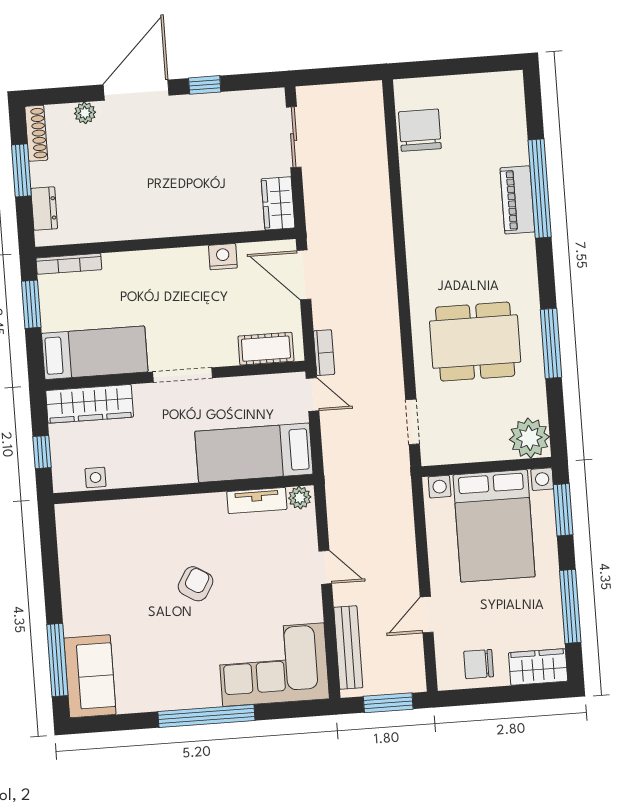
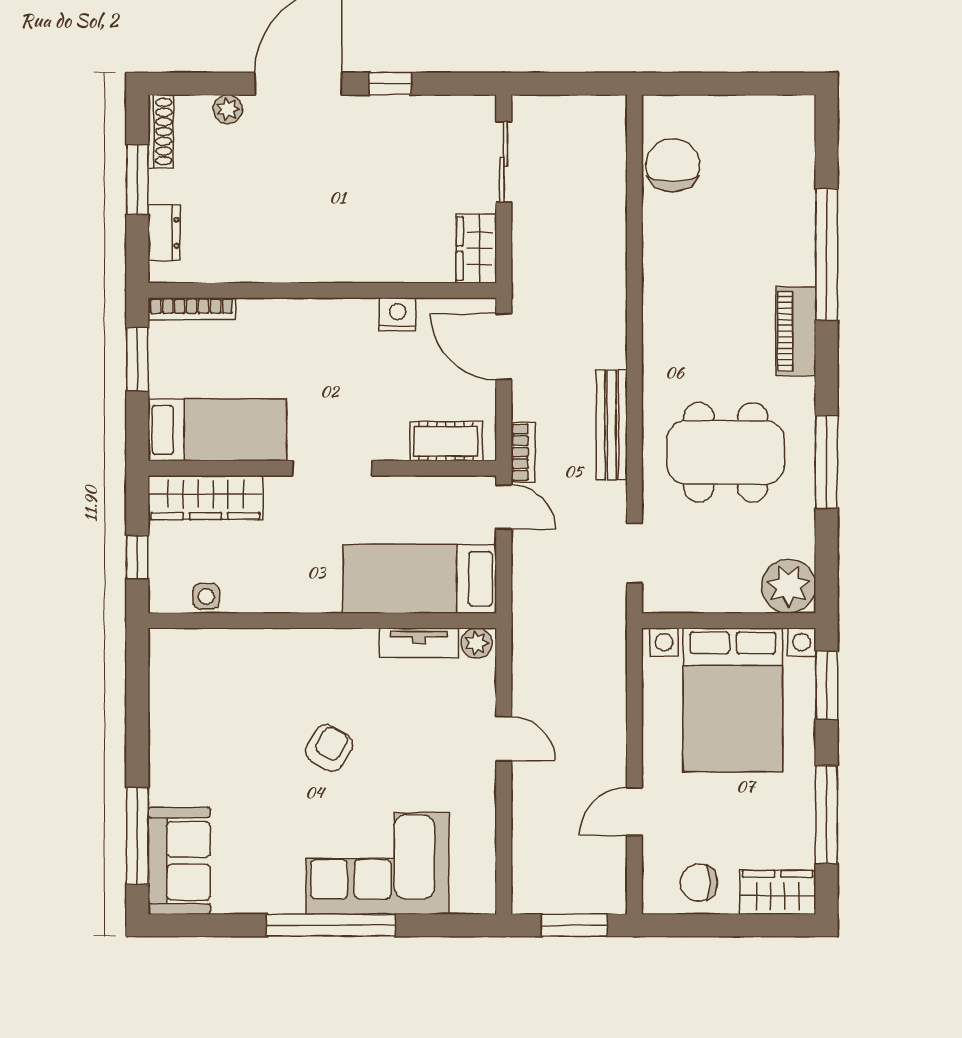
piano: (517, 200) -> (796, 331), moved
bench: (348, 648) -> (612, 425), moved
corner sofa: (273, 665) -> (377, 863), moved

